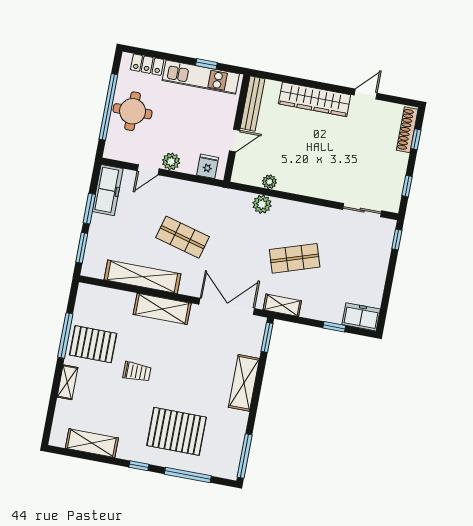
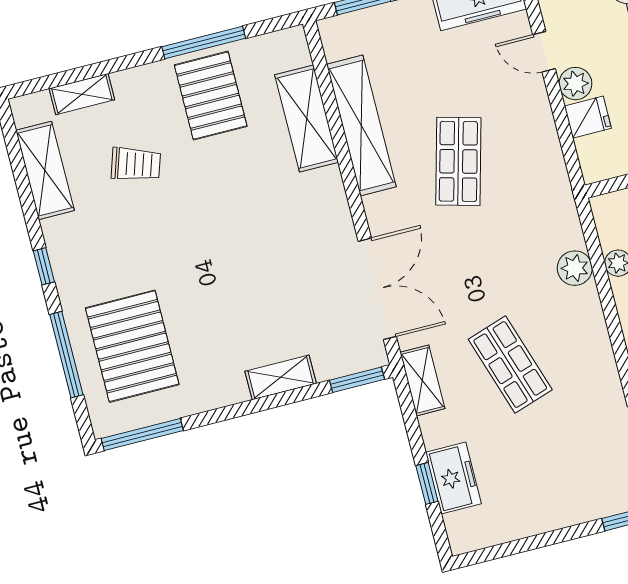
fridge: (208, 166) -> (588, 117), moved
shelving: (162, 309) -> (307, 119), moved
freezer: (361, 317) -> (453, 478), moved
trolley: (137, 372) -> (136, 164), moved, turned -72
shelving: (67, 382) -> (82, 94), moved
shelving: (244, 383) -> (281, 377), width x0.67, depth x0.75
pallet: (177, 431) -> (132, 346), moved

